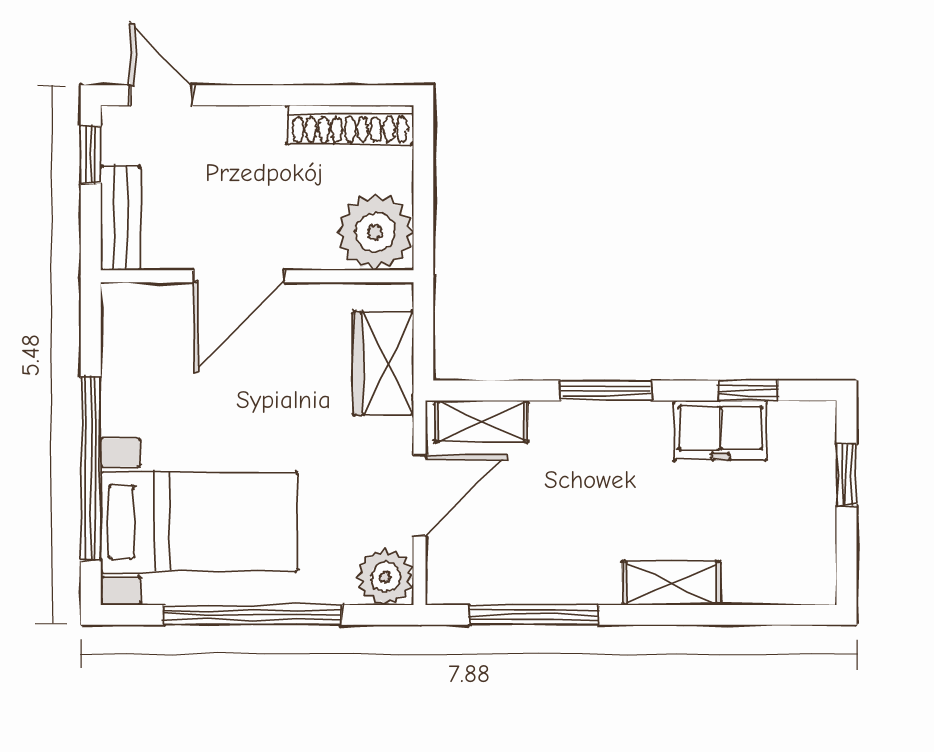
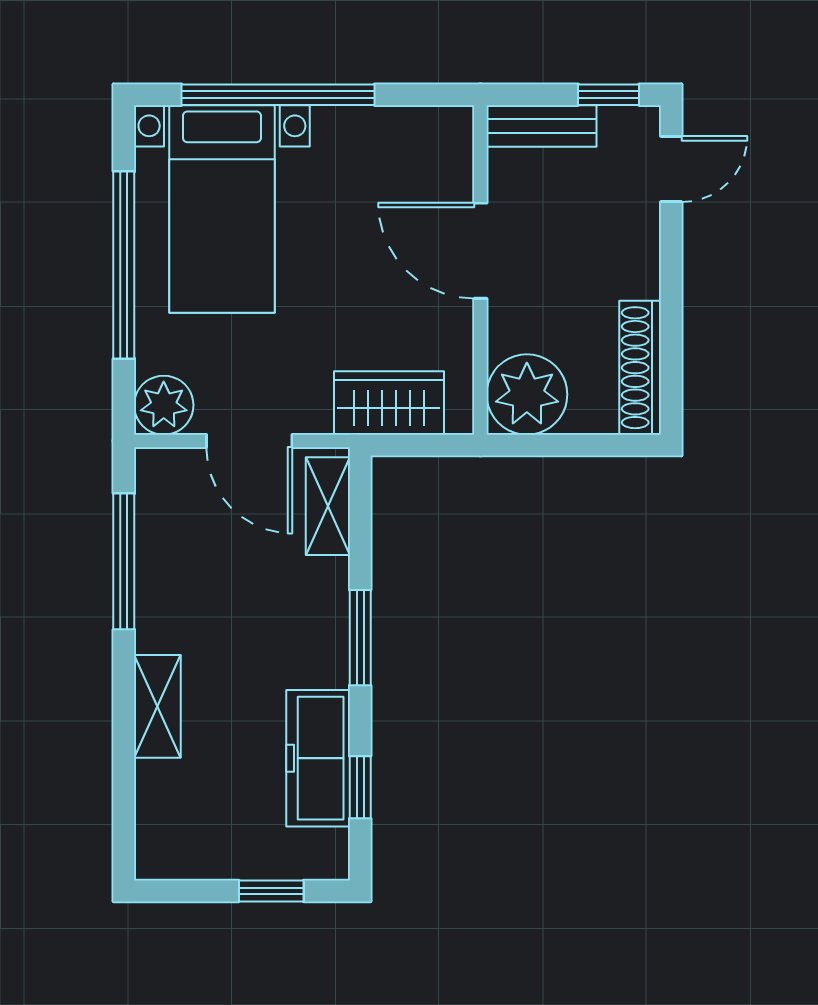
freezer: (721, 430) -> (318, 758), width x1.40

